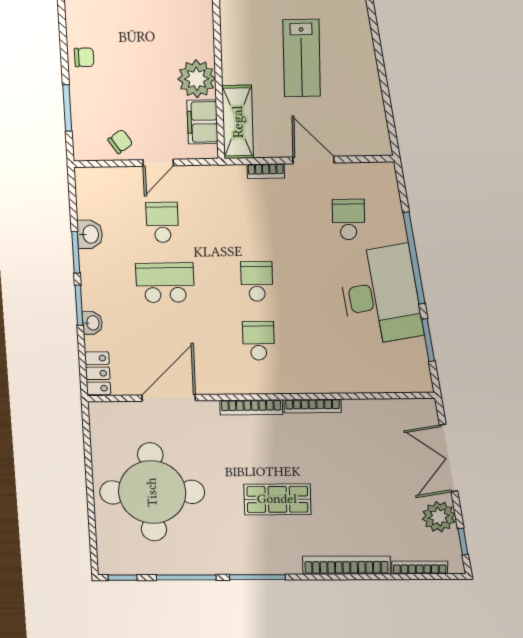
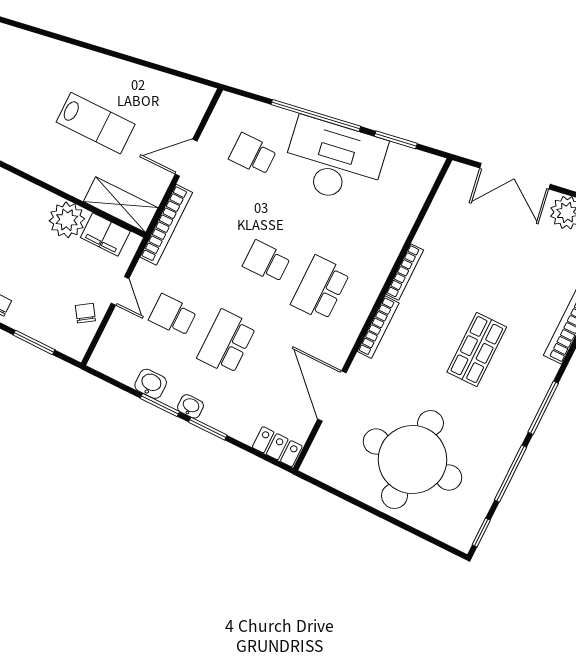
bookcase: (266, 171) -> (166, 225), width x2.31, depth x1.31
washbasin: (92, 323) -> (190, 406), moved
school desk: (258, 341) -> (320, 288), width x1.85

